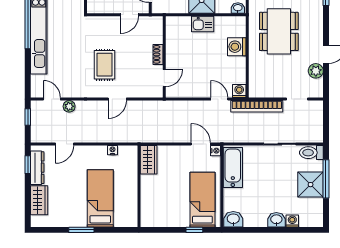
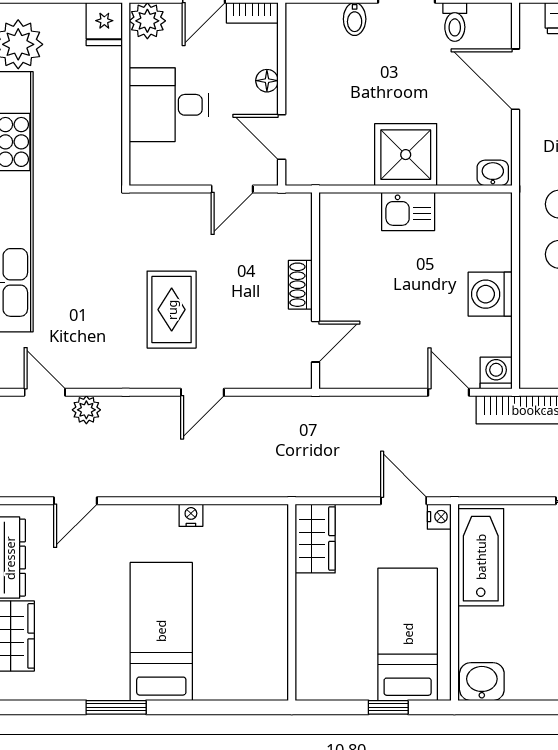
washing machine: (237, 47) -> (490, 294), moved
wardrobe: (149, 160) -> (315, 538), moved
wall: (139, 186) -> (292, 602), moved

